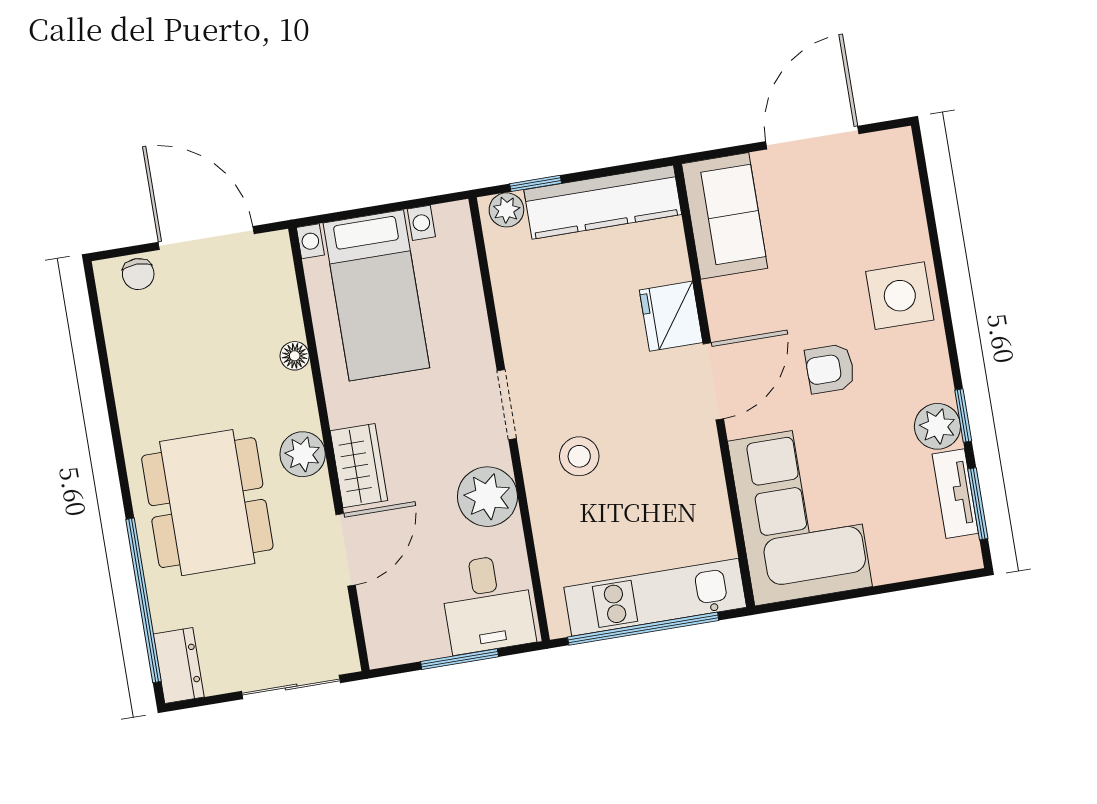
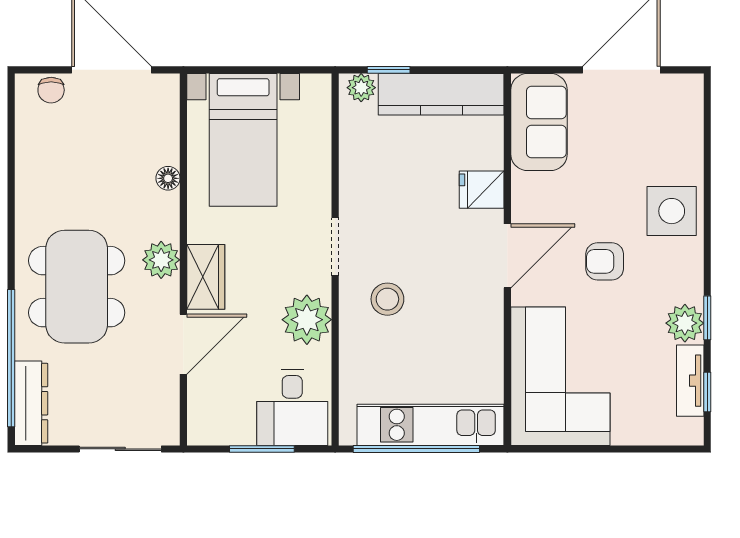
fridge: (671, 316) -> (482, 190), width x0.72
window: (978, 504) -> (707, 392), width x0.67
dresser: (179, 665) -> (31, 403), width x1.44

